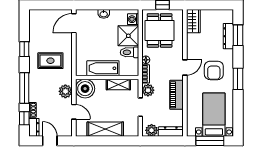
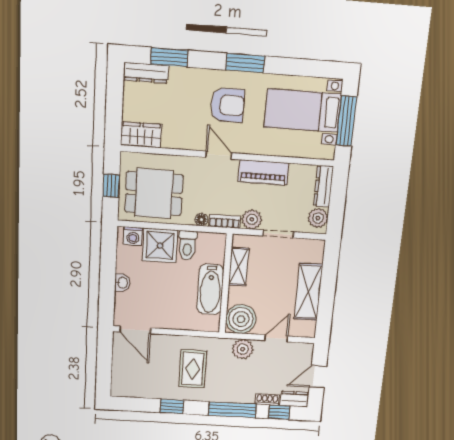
dresser: (228, 36) -> (146, 73), moved

